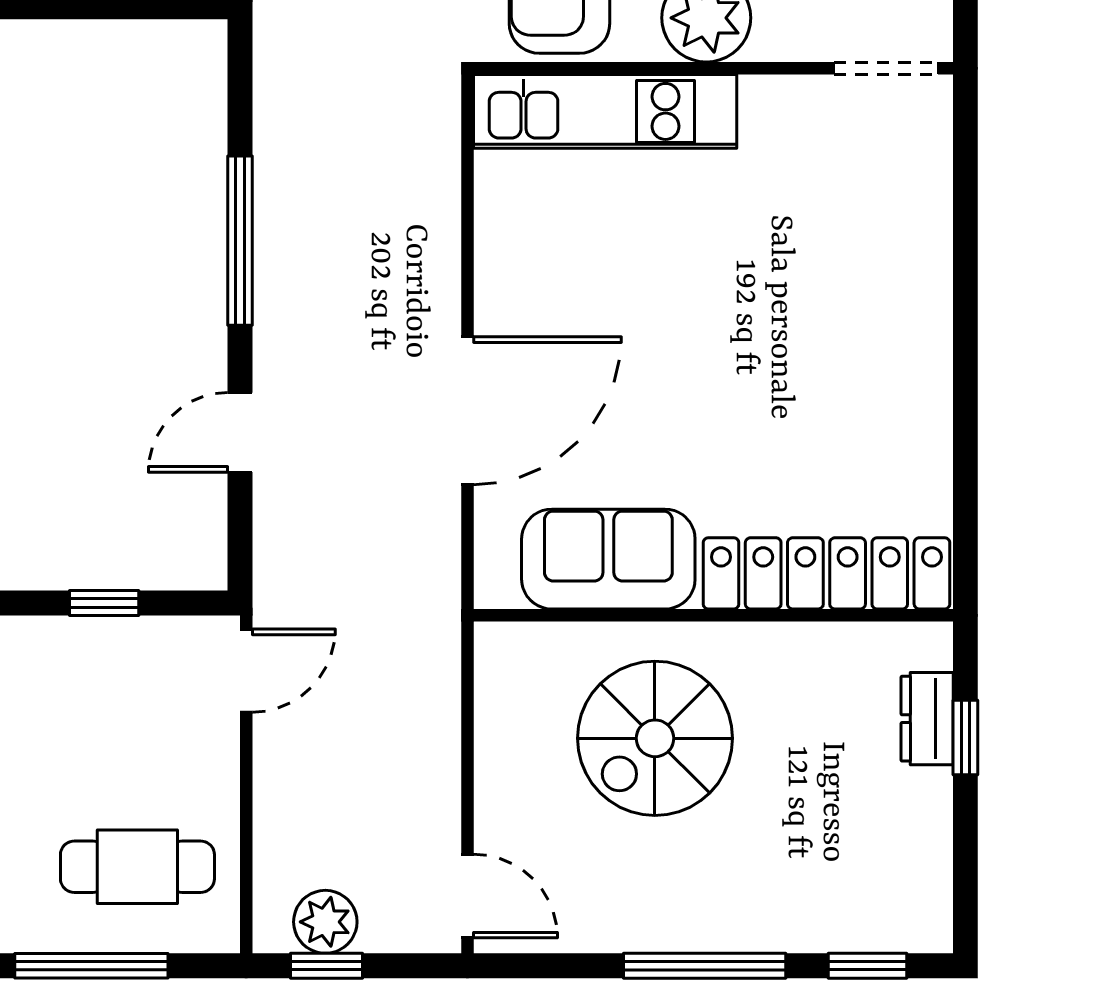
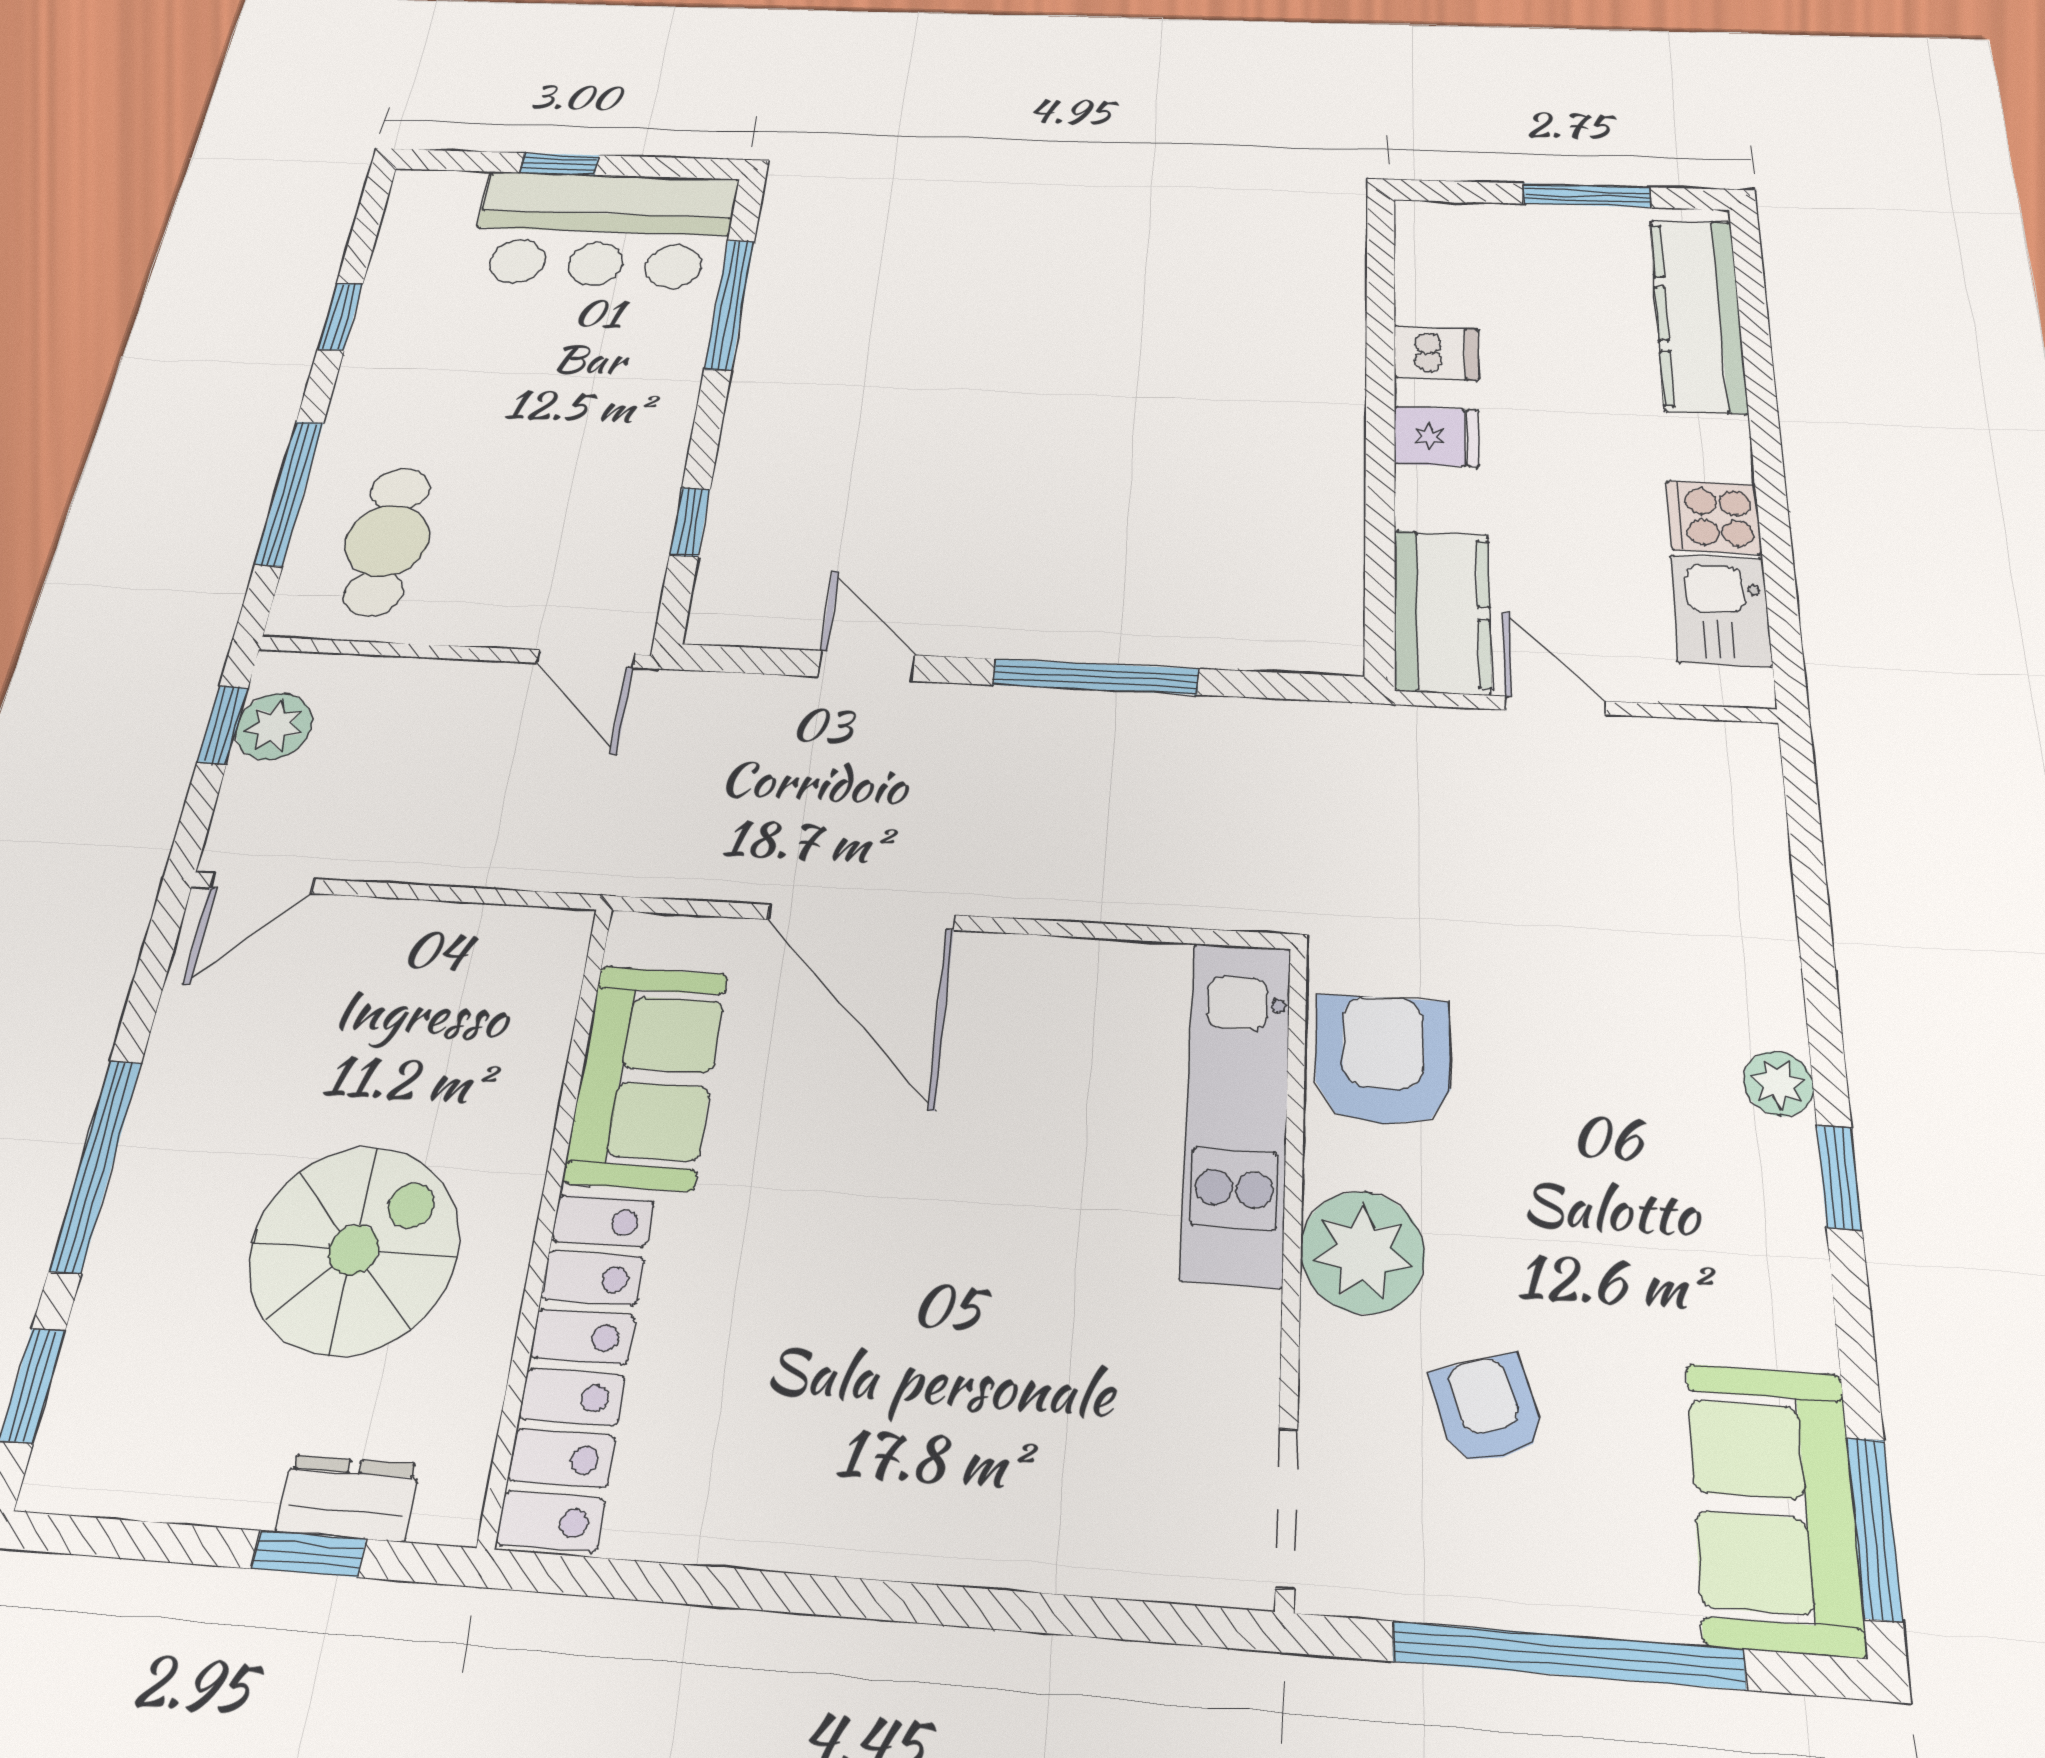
spiral stairs: (655, 738) -> (354, 1250), moved, turned 90

